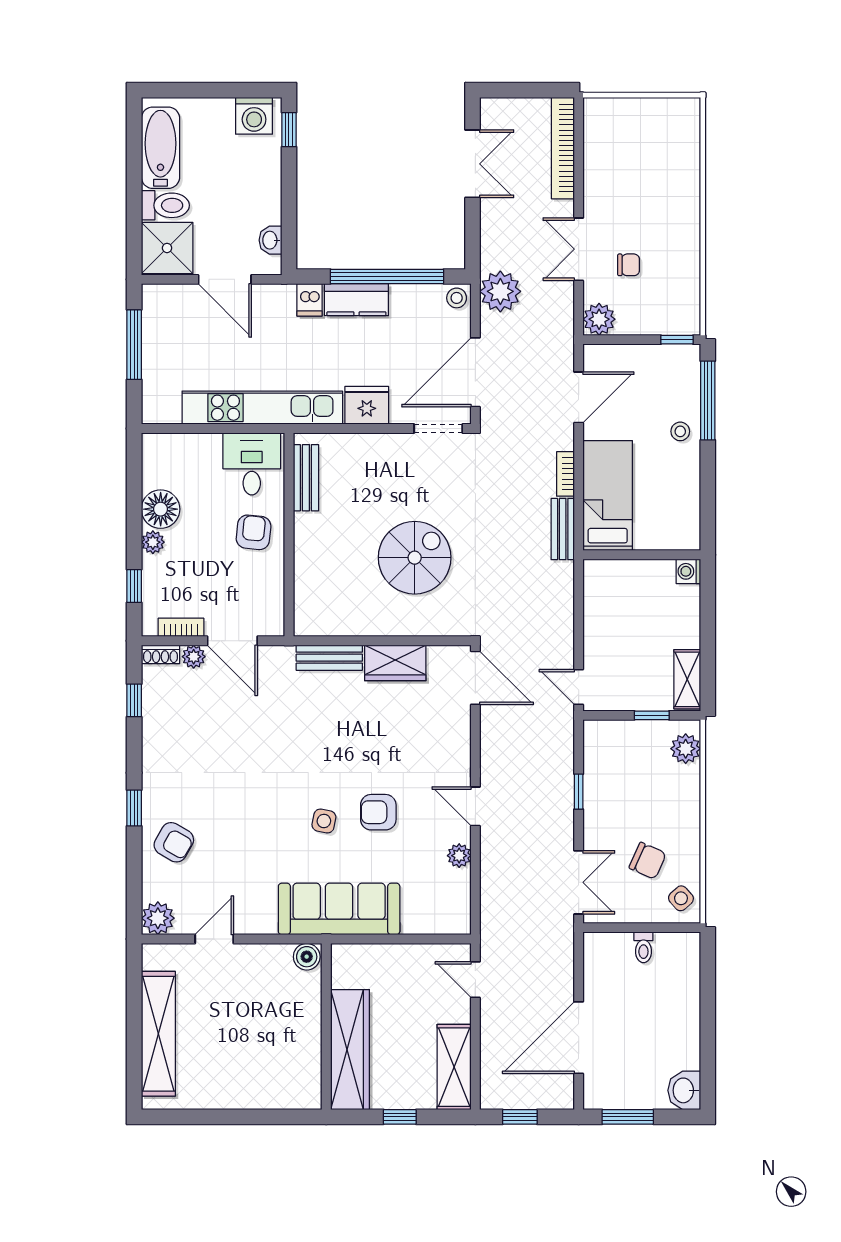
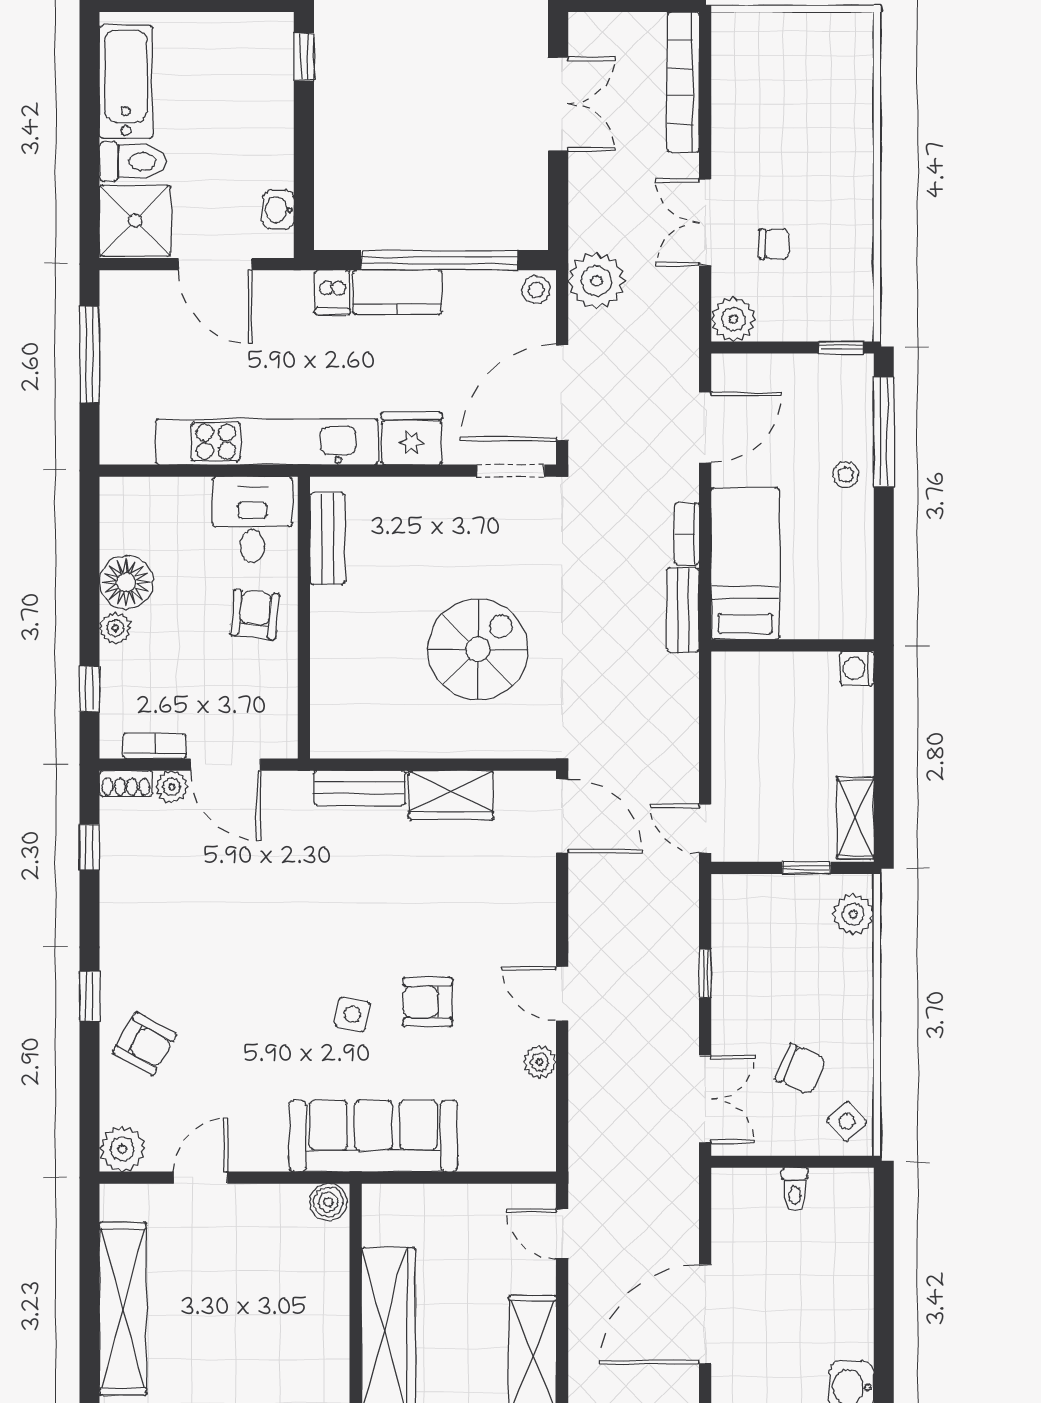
washing machine: (254, 116) -> (256, 37), removed

